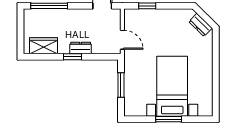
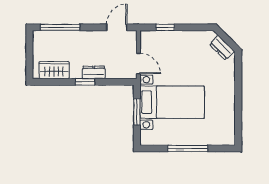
bed with nightstands: (172, 86) -> (172, 102), moved, turned 90
window: (169, 119) -> (188, 148), width x1.44

